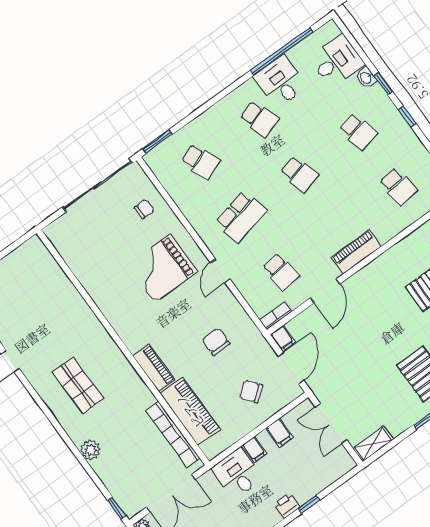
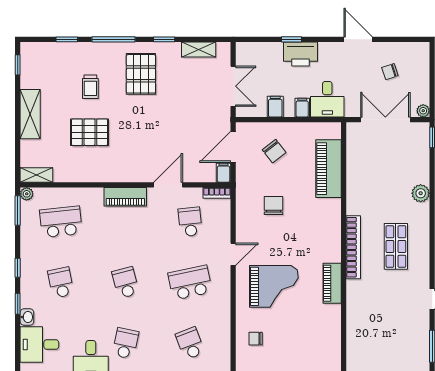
school desk: (259, 119) -> (125, 343), turned 30
school desk: (398, 187) -> (61, 222), width x1.85
chair: (216, 342) -> (273, 205), turned 180
piano: (154, 368) -> (332, 283), moved
bookcase: (173, 434) -> (353, 247), moved
shelving: (373, 444) -> (199, 50), moved
printer: (287, 506) -> (300, 54), width x1.87, depth x1.48

